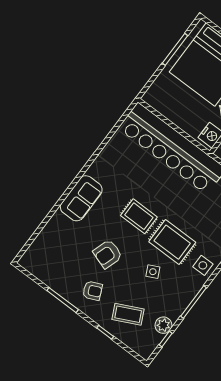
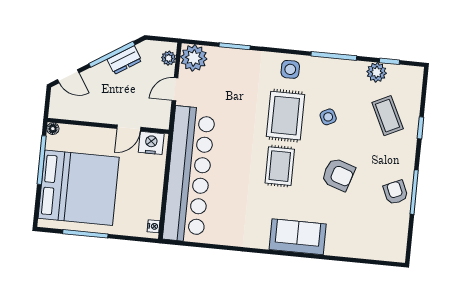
nightstand: (151, 101) -> (154, 226), added
armchair: (92, 291) -> (396, 192), moved

